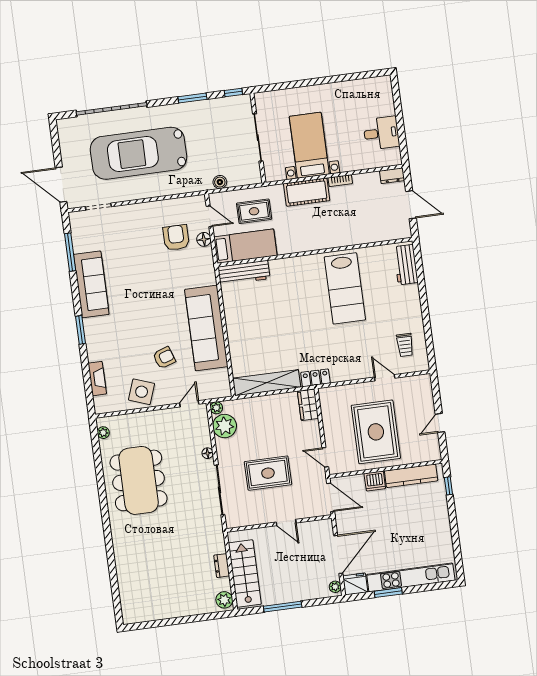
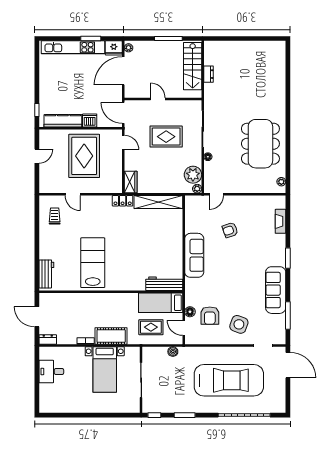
sofa: (206, 328) -> (194, 255), width x0.74, depth x0.79
side table: (142, 392) -> (239, 324), moved
plant: (224, 600) -> (210, 49), removed

